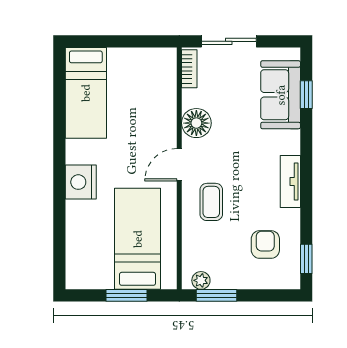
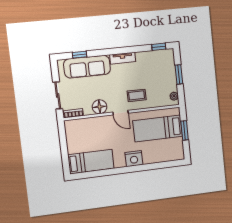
sofa: (281, 95) -> (87, 67), width x1.36
armchair: (265, 244) -> (154, 67), removed
window: (217, 295) -> (179, 74), moved

